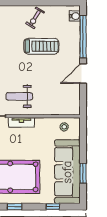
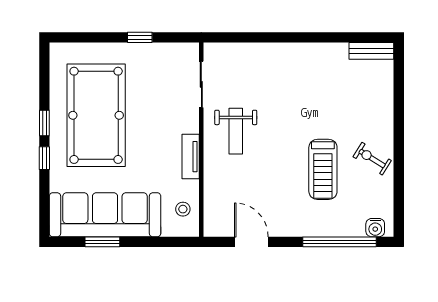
door: (83, 74) -> (251, 242), moved
weight bench: (19, 96) -> (236, 131), turned 180
tv unit: (21, 122) -> (191, 157), moved
window: (53, 207) -> (44, 158), moved

